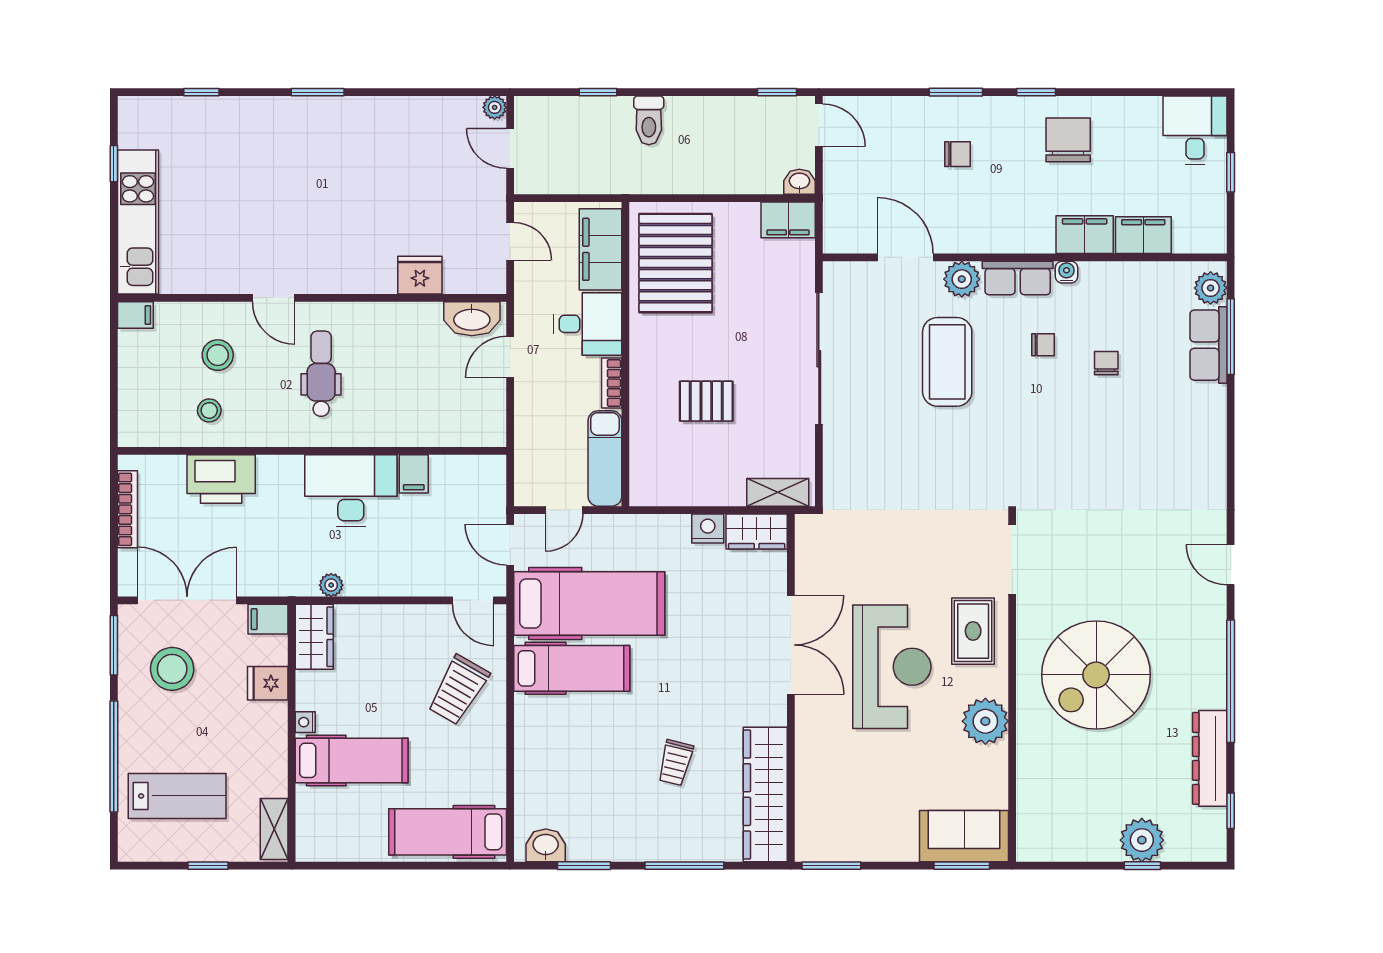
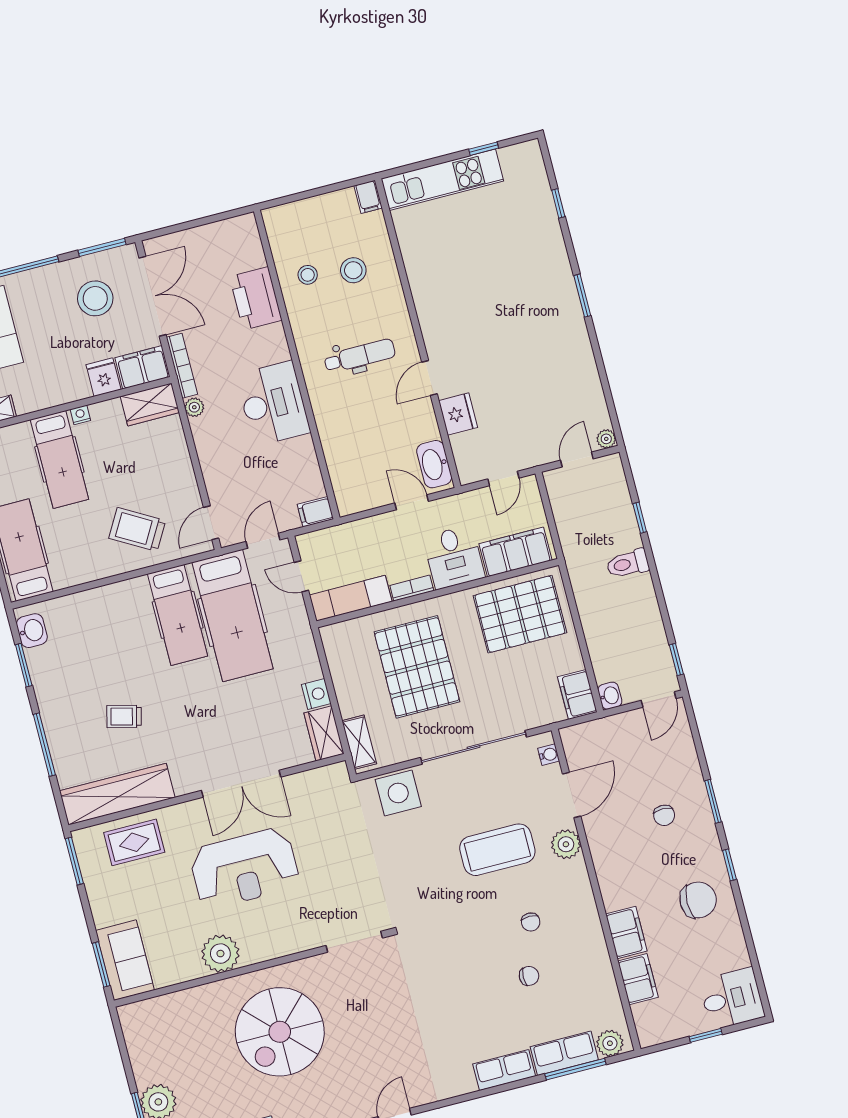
water cooler: (1067, 272) -> (549, 755), moved
row of seats: (1018, 278) -> (504, 1070), moved, turned 90
door: (274, 298) -> (429, 378), moved
pallet: (706, 401) -> (417, 667), width x2.05, depth x2.00
side table: (850, 462) -> (398, 793), added
filing cabinet: (414, 474) -> (315, 512), moved
bookcase: (127, 509) -> (182, 366), moved, turned -90
filing cabinet: (268, 619) -> (143, 367), width x2.00
rug: (973, 631) -> (134, 842), moved
spiral stairs: (1096, 675) -> (280, 1032), turned -90

